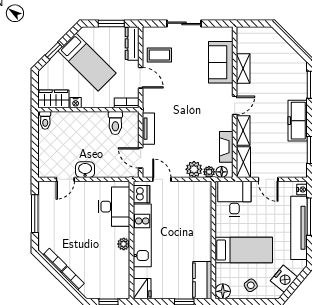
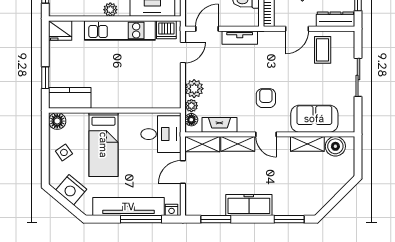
boiler: (245, 44) -> (335, 146), added
armchair: (202, 105) -> (266, 98), added

